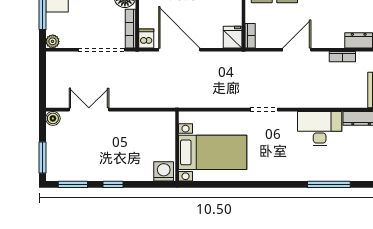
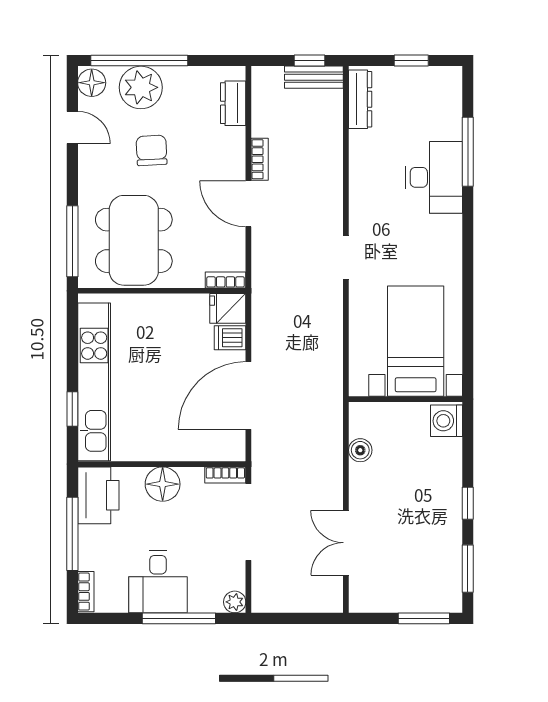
bookcase: (131, 29) -> (225, 475), width x0.64
dishwasher: (146, 39) -> (230, 338), moved
bookcase: (342, 57) -> (260, 159), moved
boiler: (53, 118) -> (360, 450), moved
desk: (320, 129) -> (434, 177), moved, turned 180

